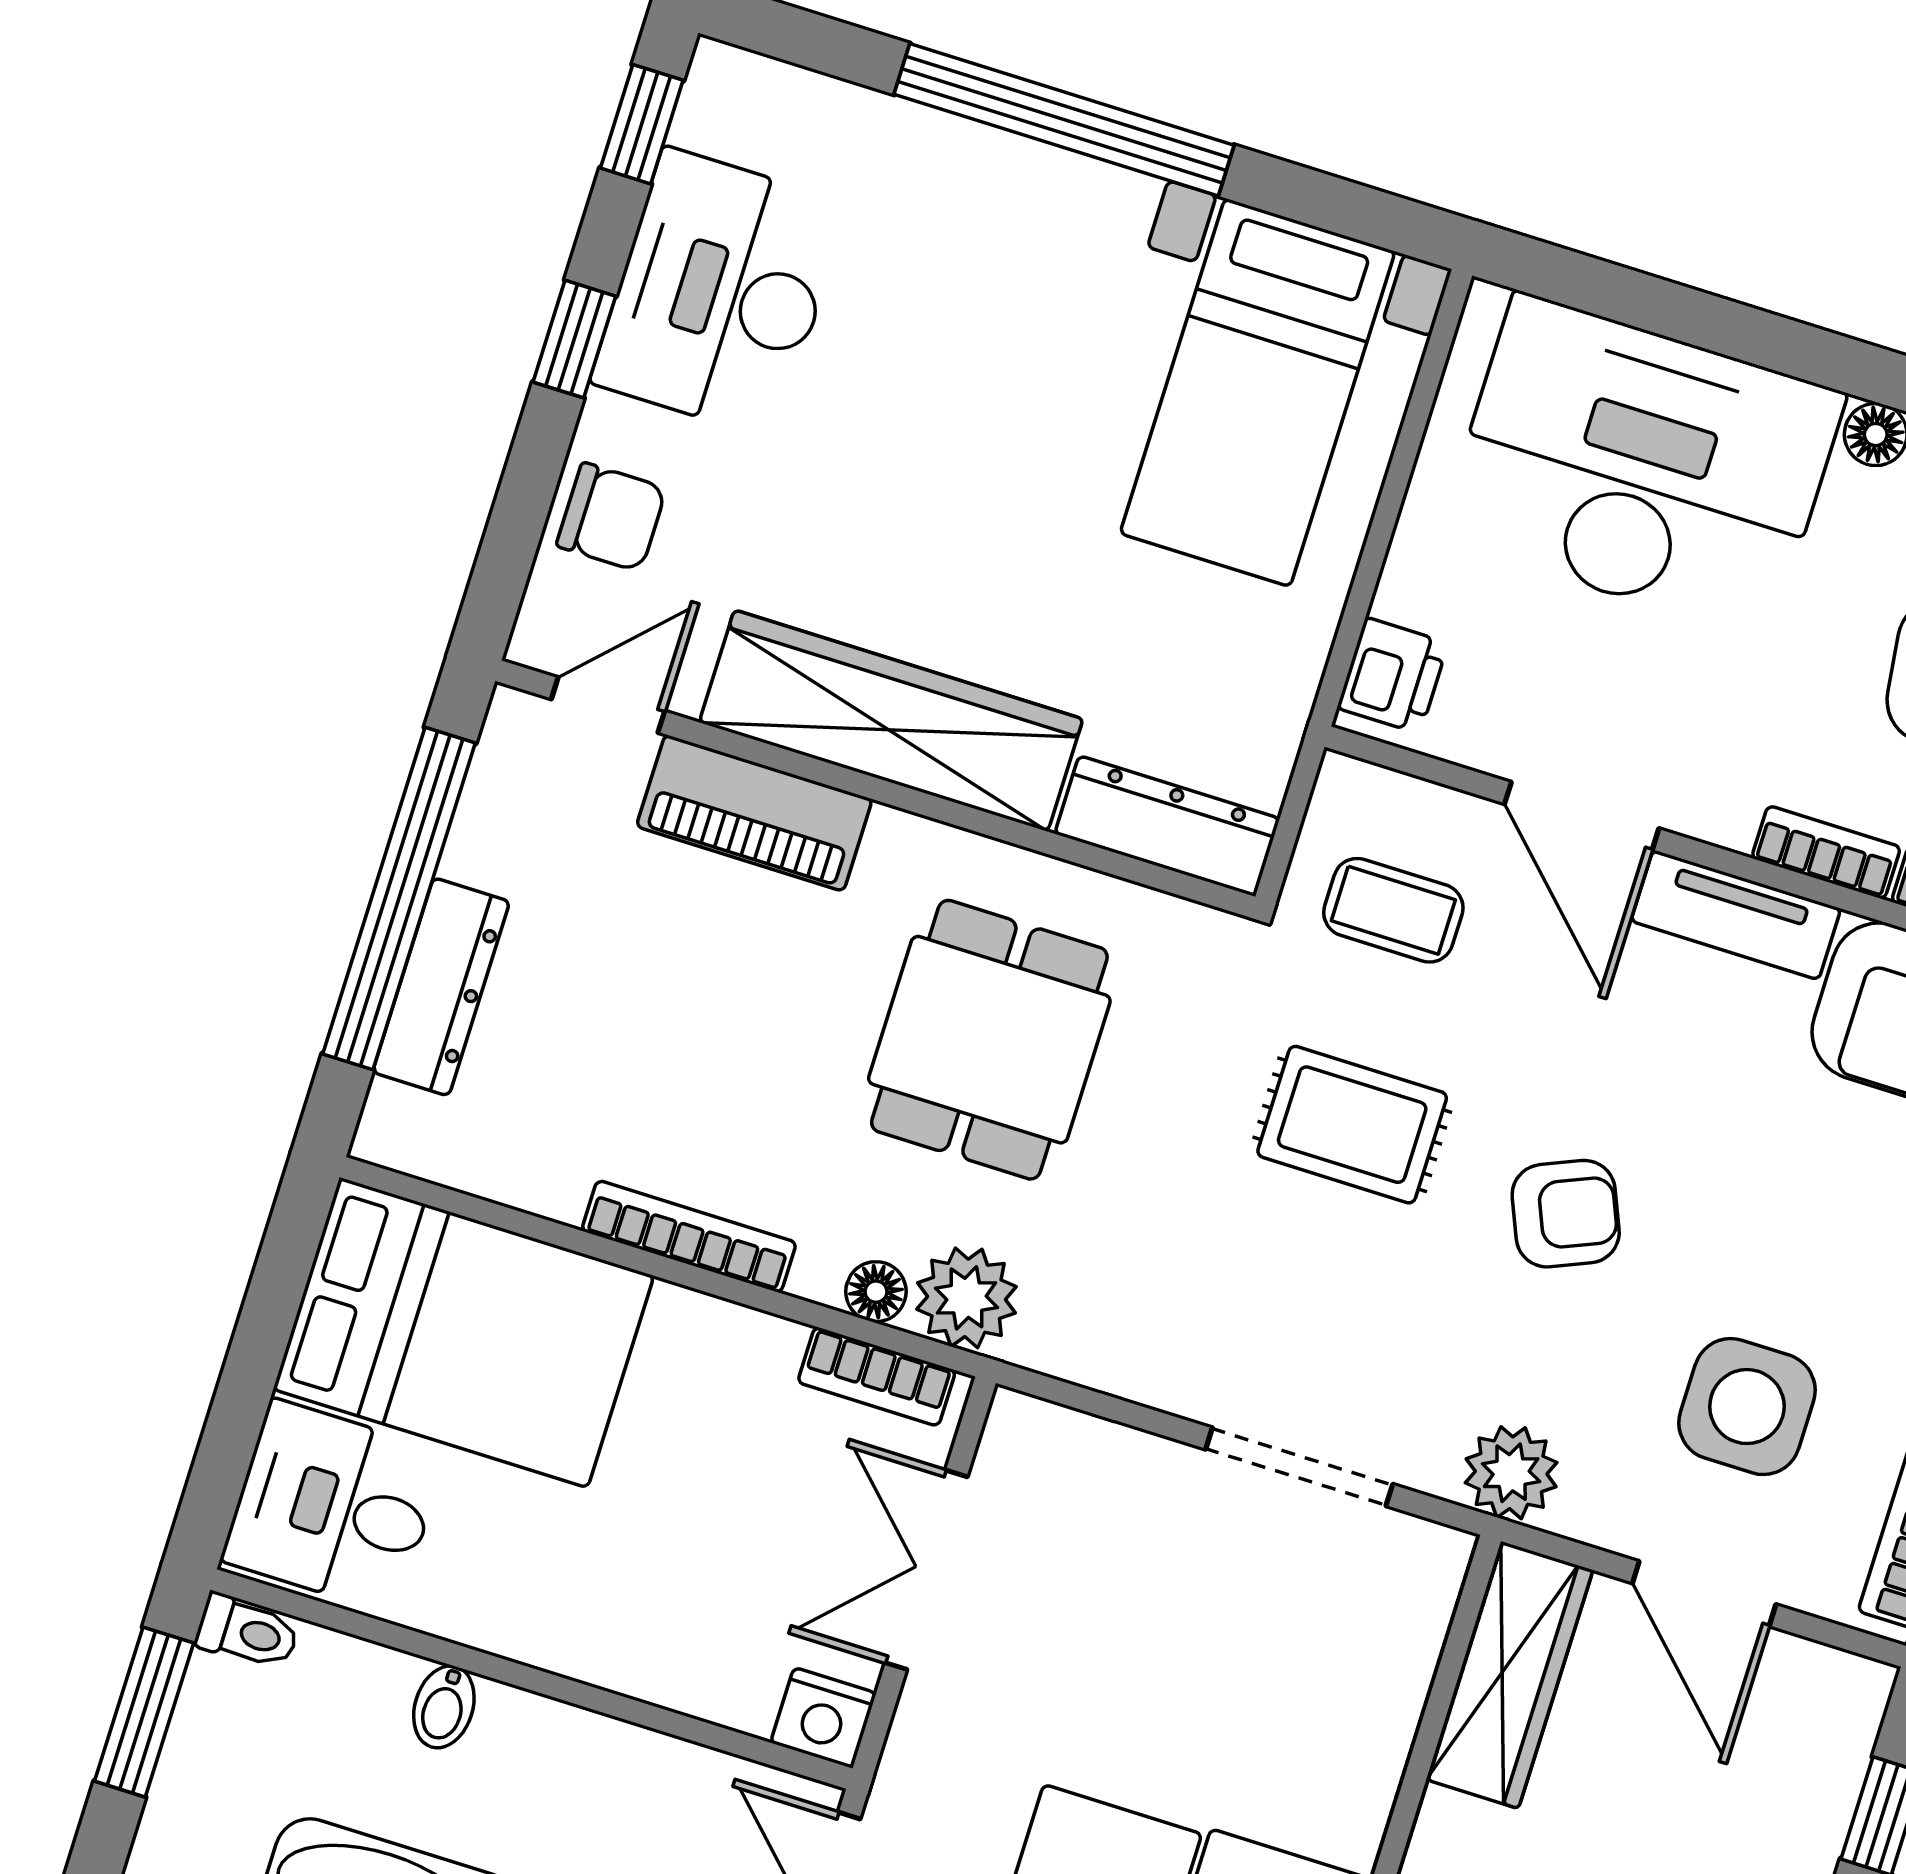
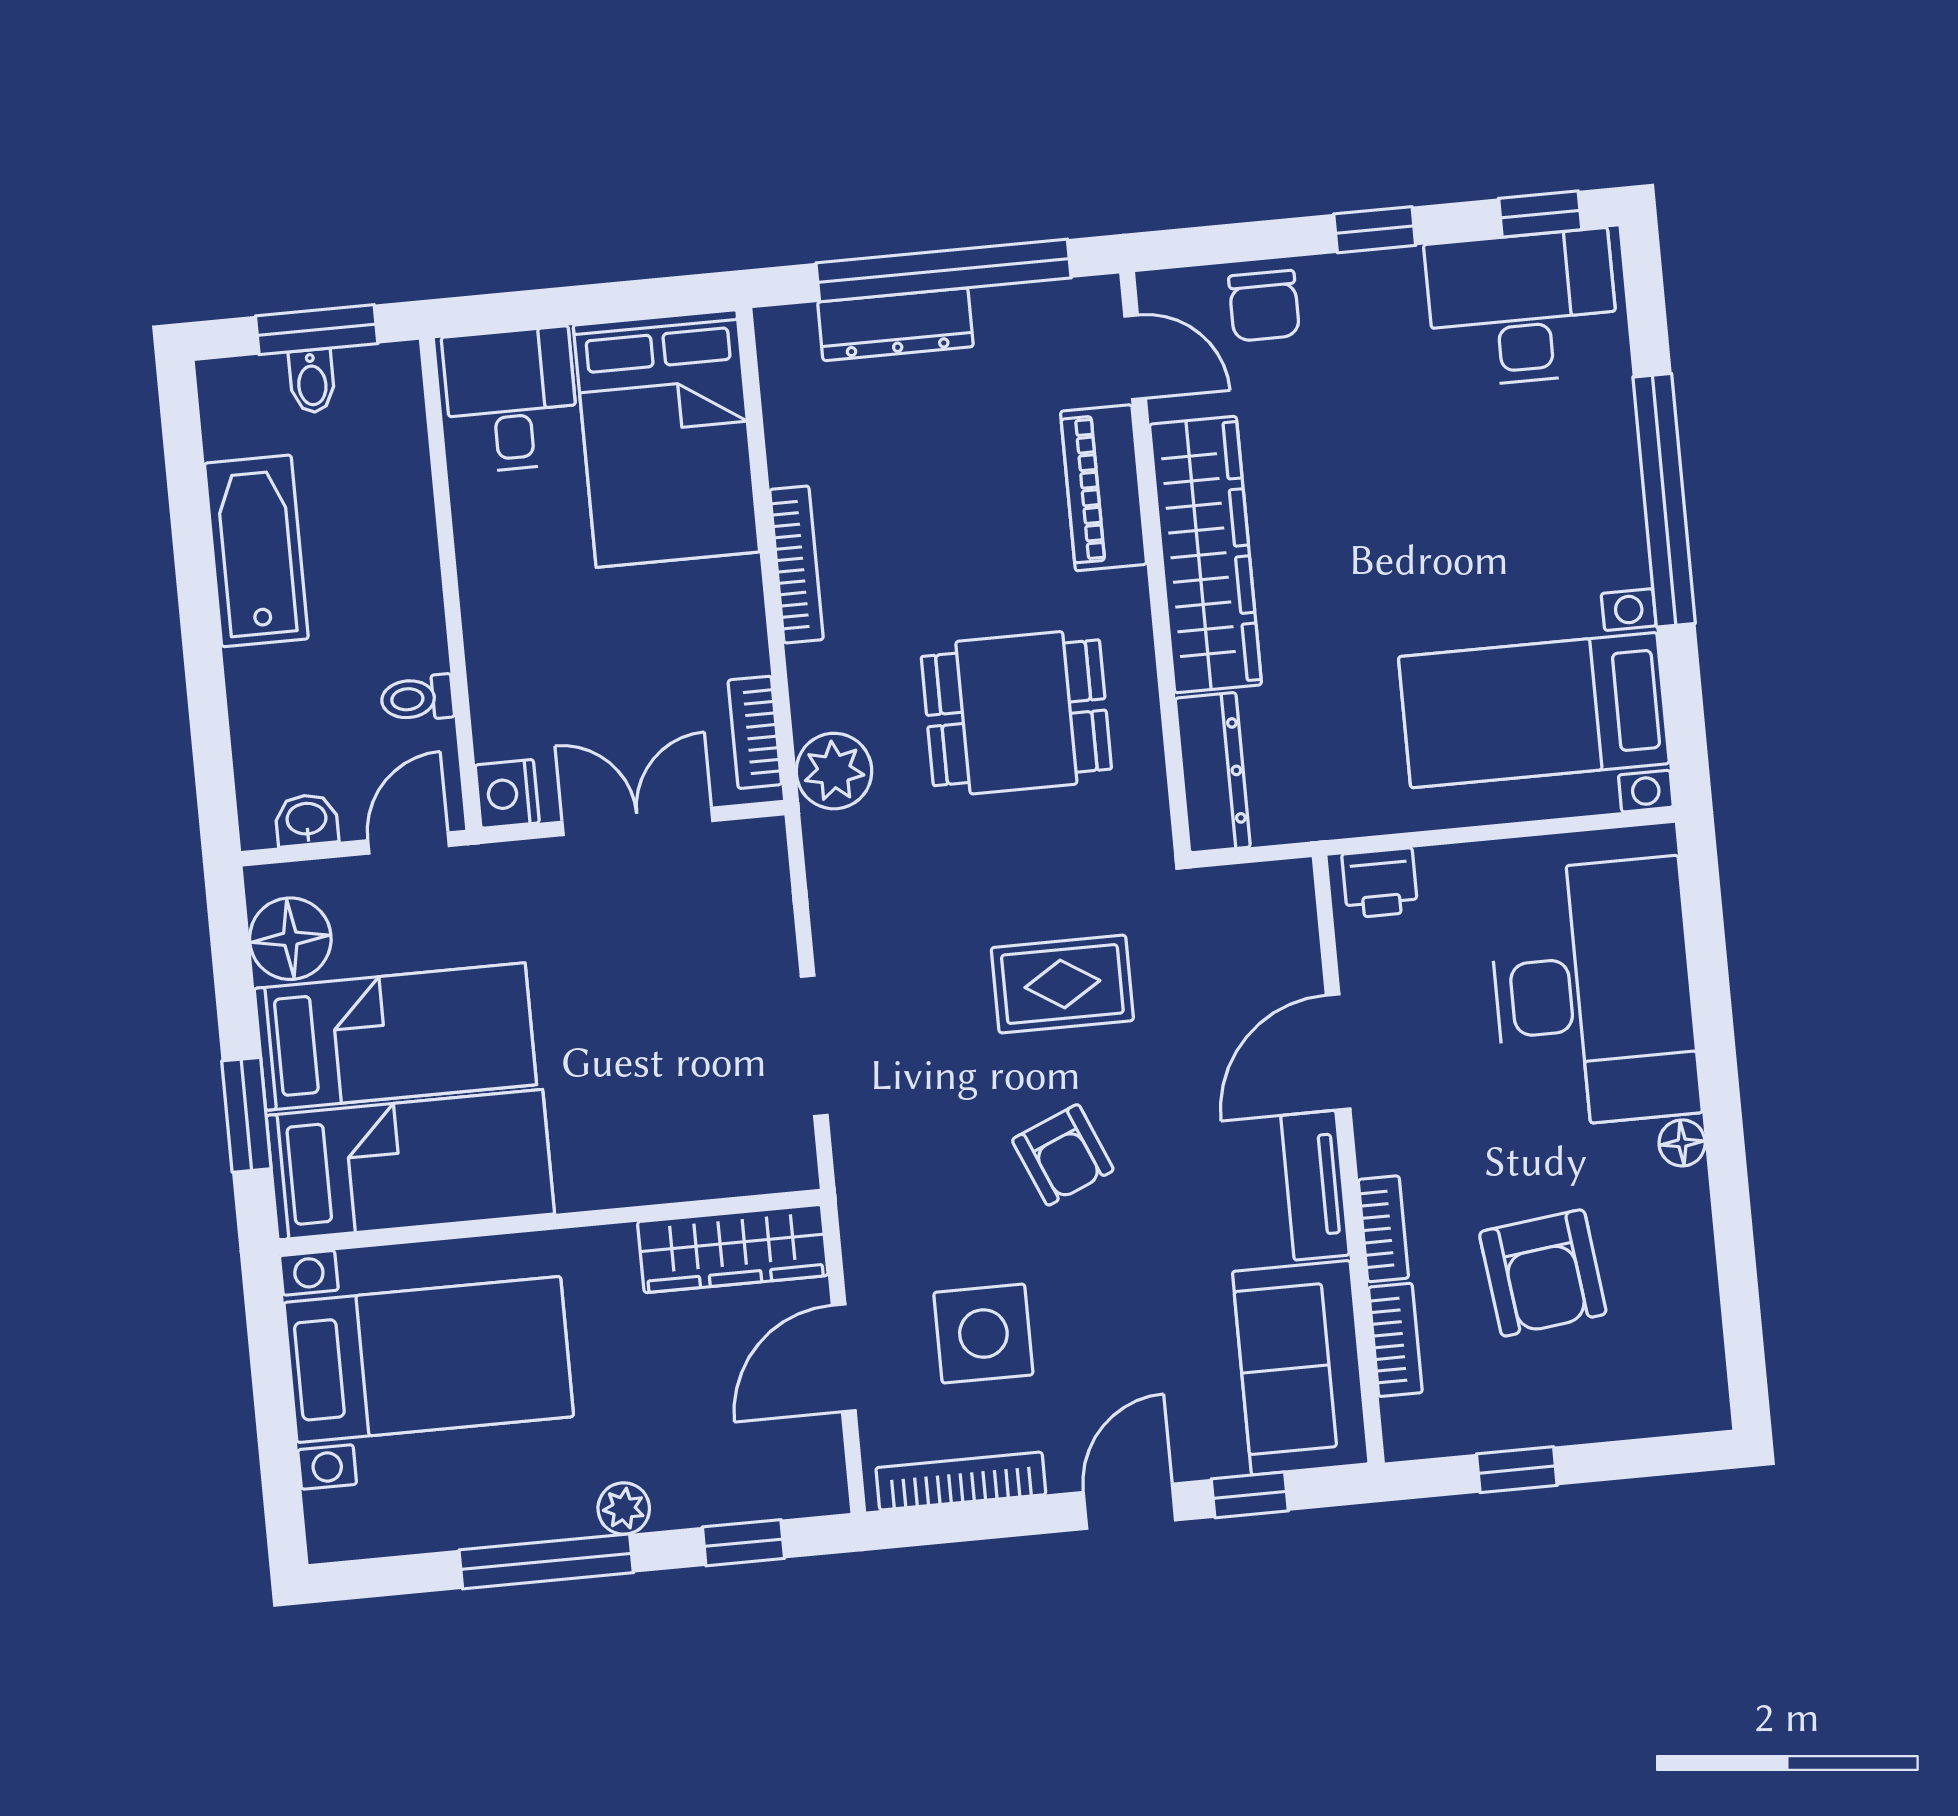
desk: (720, 293) -> (1522, 308), moved
coffee table: (1393, 910) -> (1220, 951), removed
rug: (1352, 1125) -> (1062, 984), turned 90
floor lamp: (876, 1292) -> (812, 708), removed
plant: (1511, 1473) -> (871, 1192), removed
toilet: (247, 1632) -> (417, 698), moved, turned 90
bidet: (444, 1707) -> (312, 381), moved, turned -90

